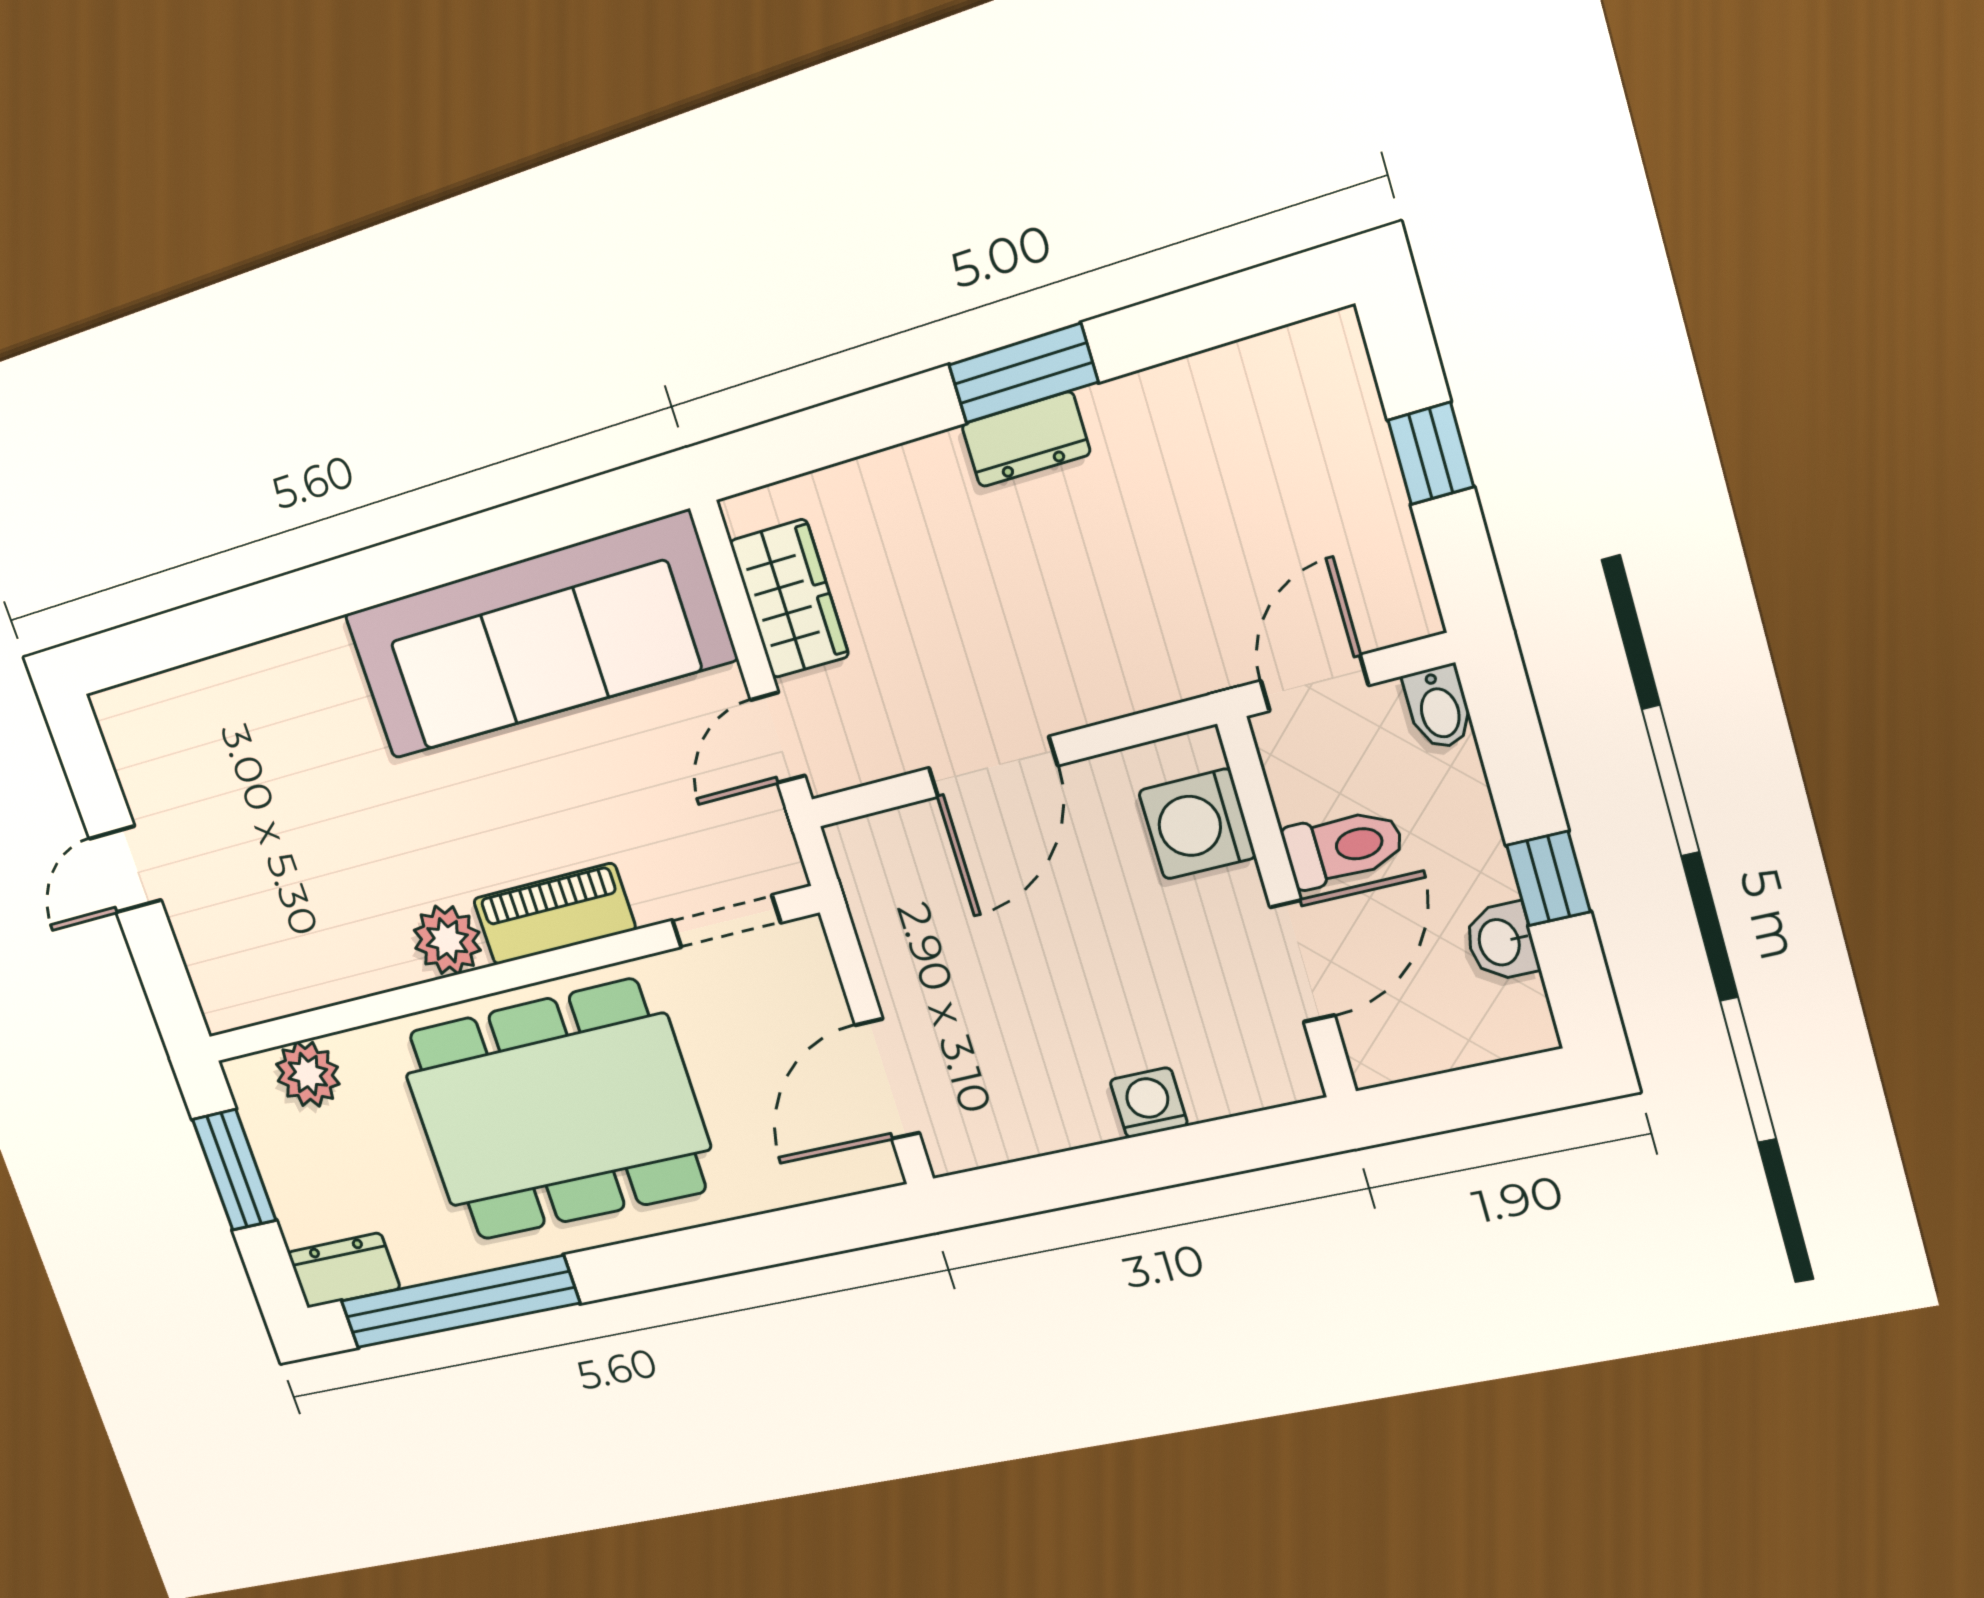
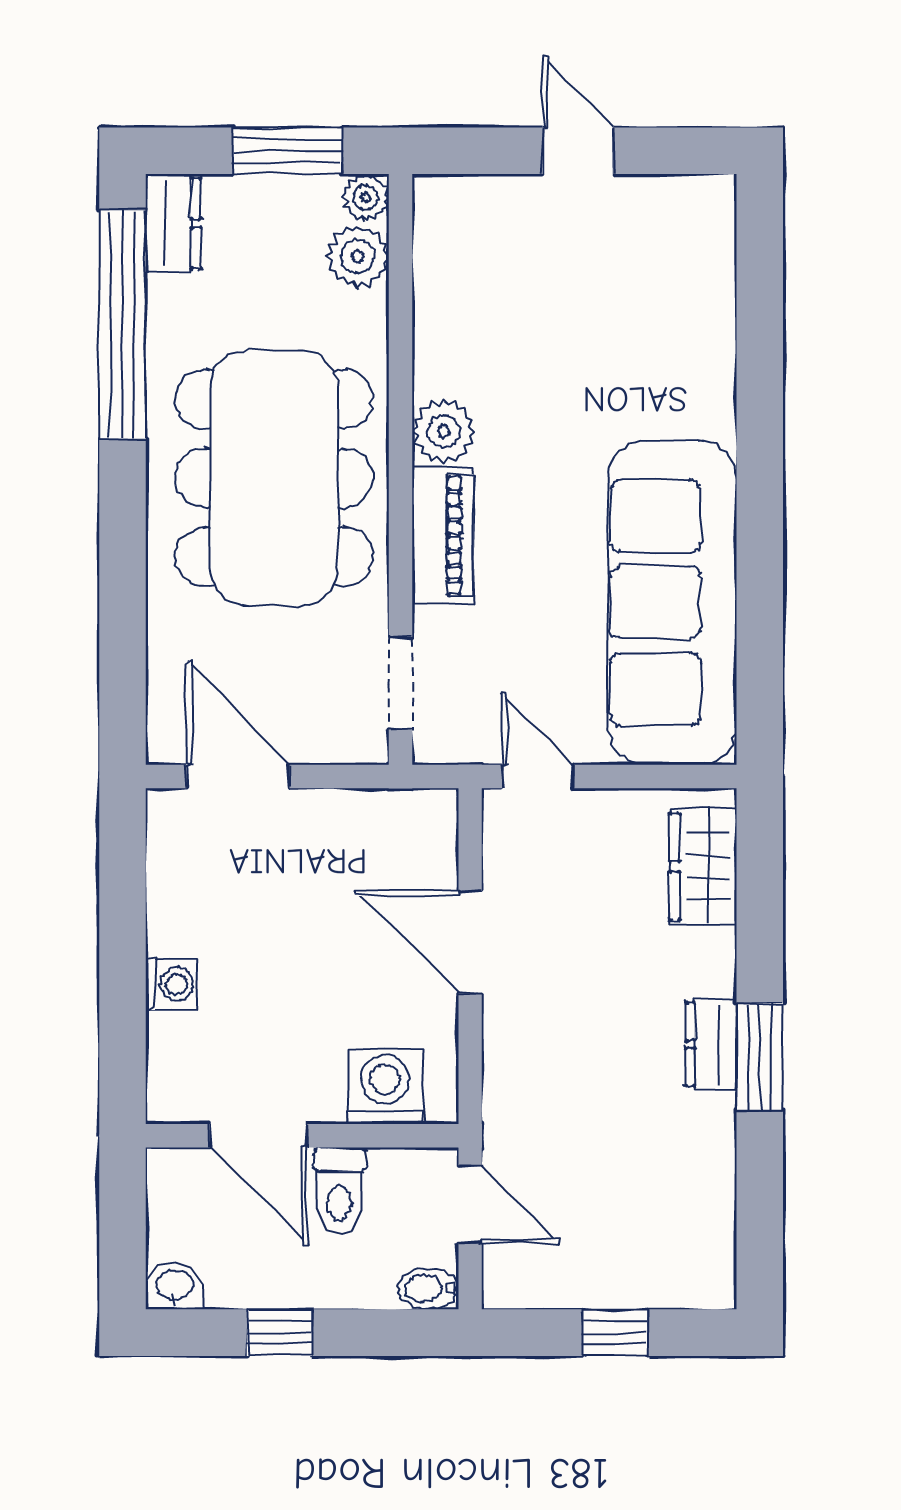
wardrobe: (789, 599) -> (703, 867), moved, turned 90
washbasin: (1501, 942) -> (174, 1286), moved
plant: (249, 1080) -> (366, 197), added

